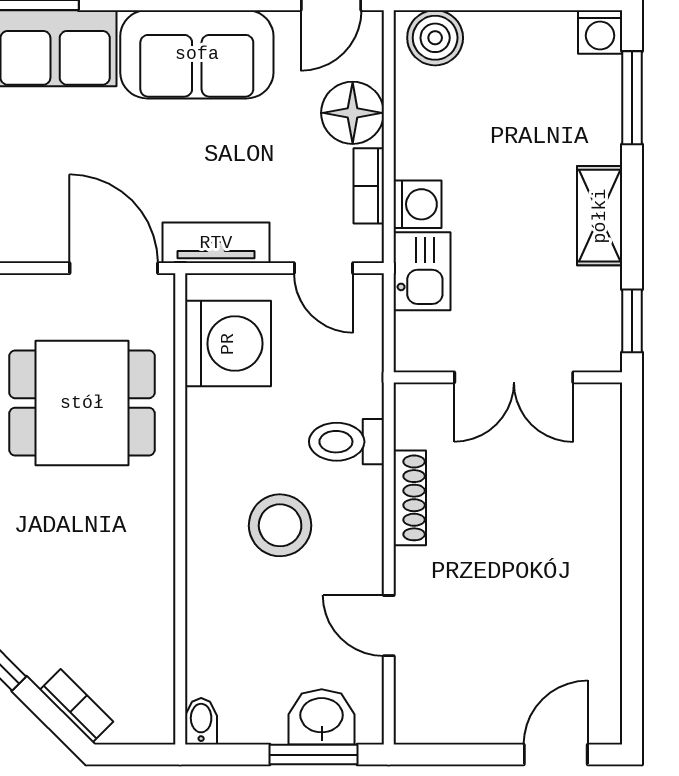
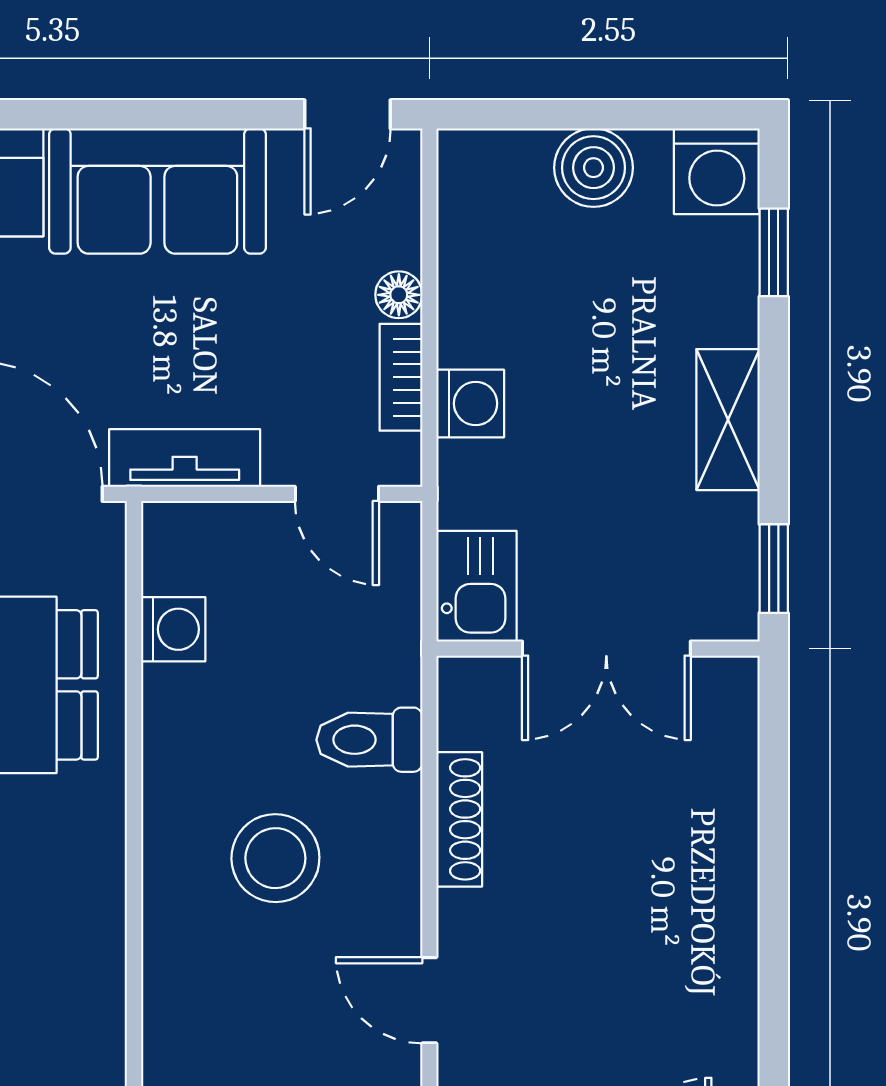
washing machine: (600, 32) -> (717, 171), width x1.38, depth x1.38
boiler: (435, 38) -> (593, 168), moved
window: (632, 98) -> (774, 252), width x0.67
floor lamp: (353, 113) -> (399, 295), width x0.53, depth x0.53
kitchen sink: (422, 271) -> (476, 586), moved
washing machine: (228, 344) -> (173, 629), width x0.53, depth x0.53

